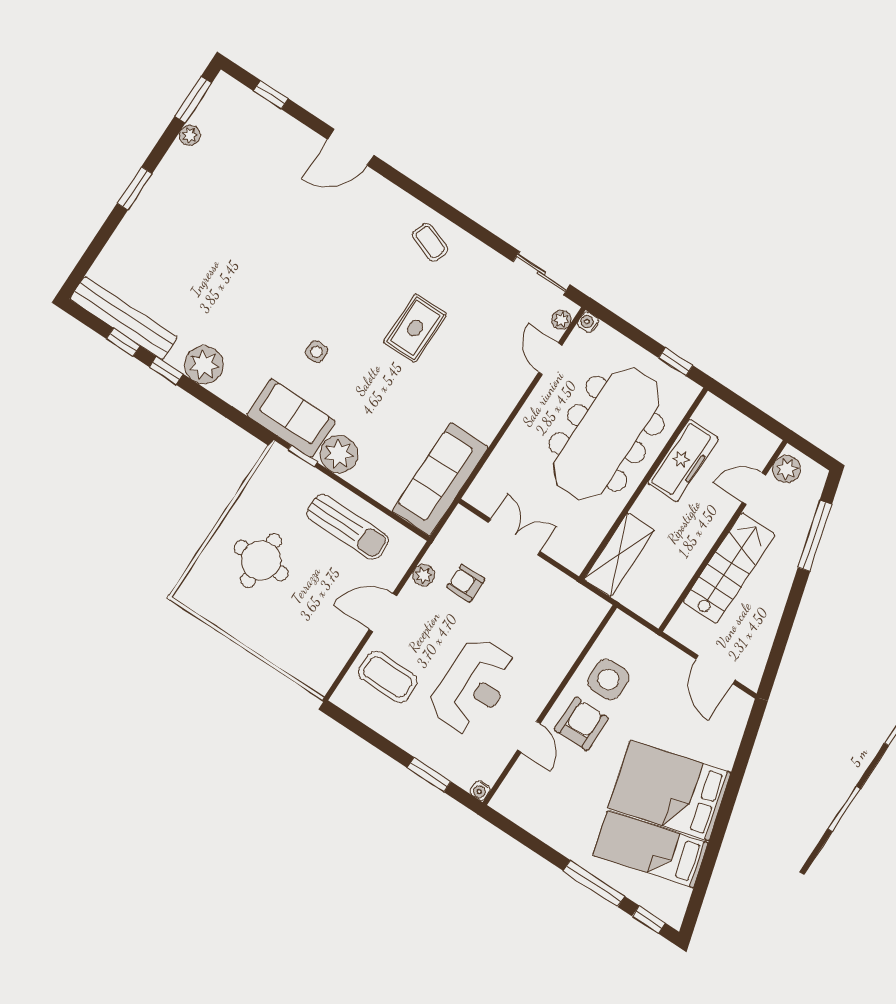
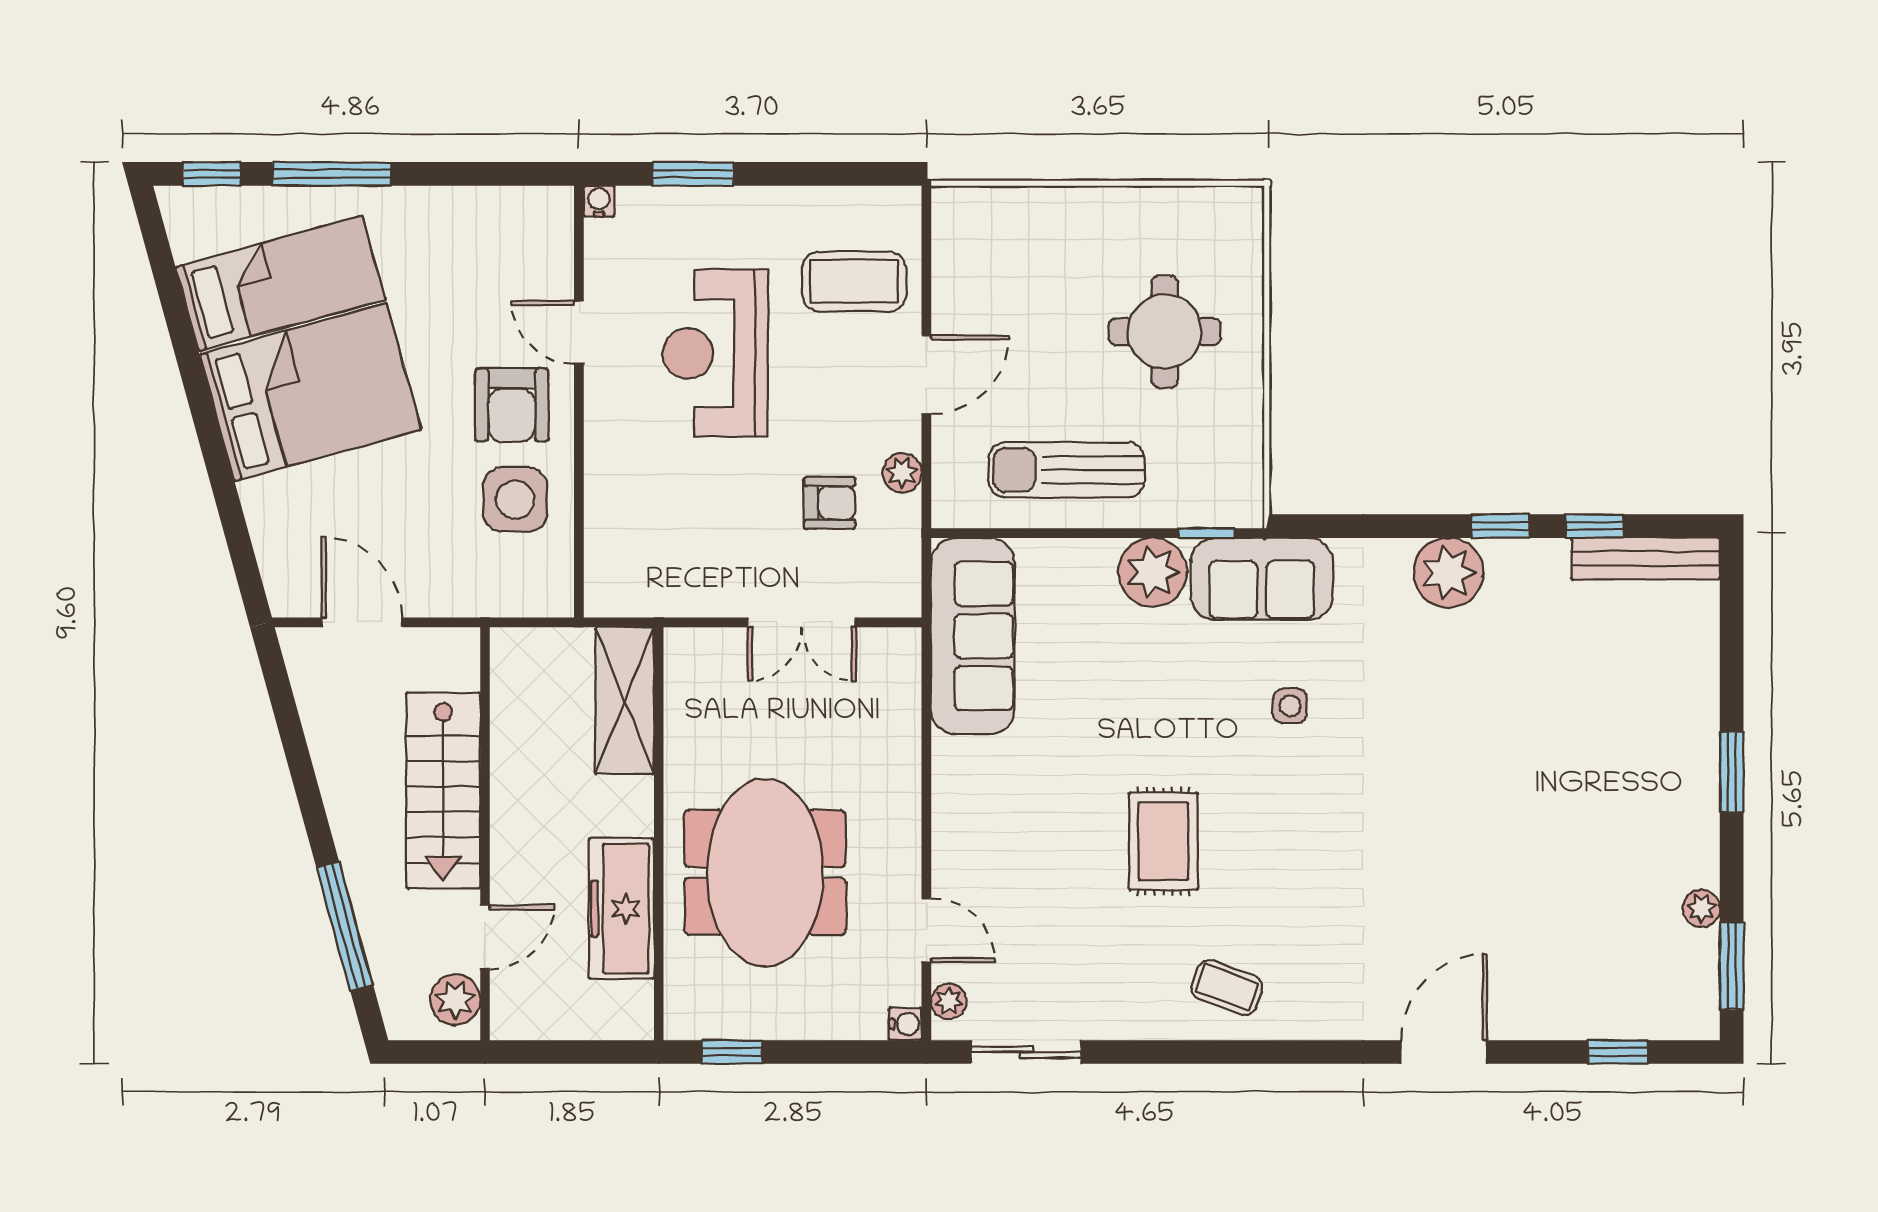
bench: (124, 318) -> (1645, 559), width x0.73, depth x0.82
meeting table: (607, 434) -> (765, 872), width x0.73

